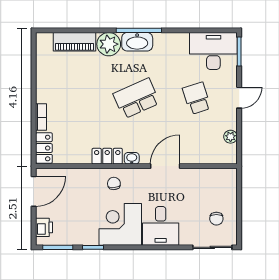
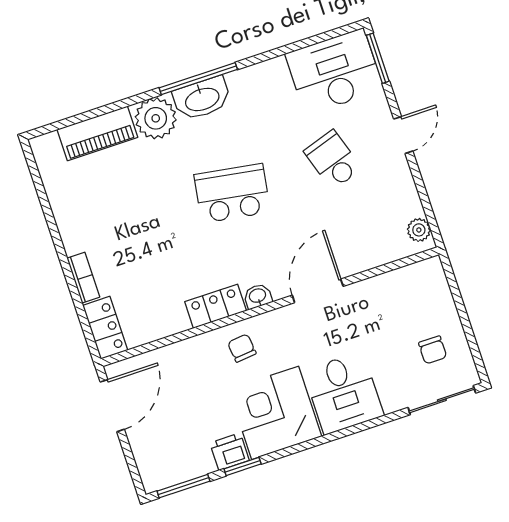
school desk: (136, 98) -> (232, 193), turned 33
plant: (230, 137) -> (419, 230), moved
printer: (44, 227) -> (230, 452), moved, turned -90

